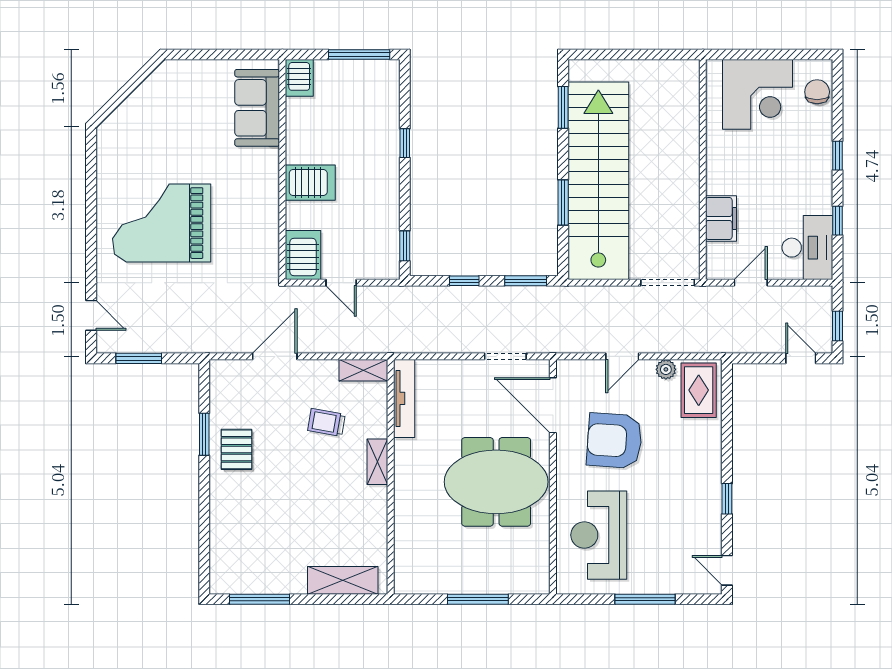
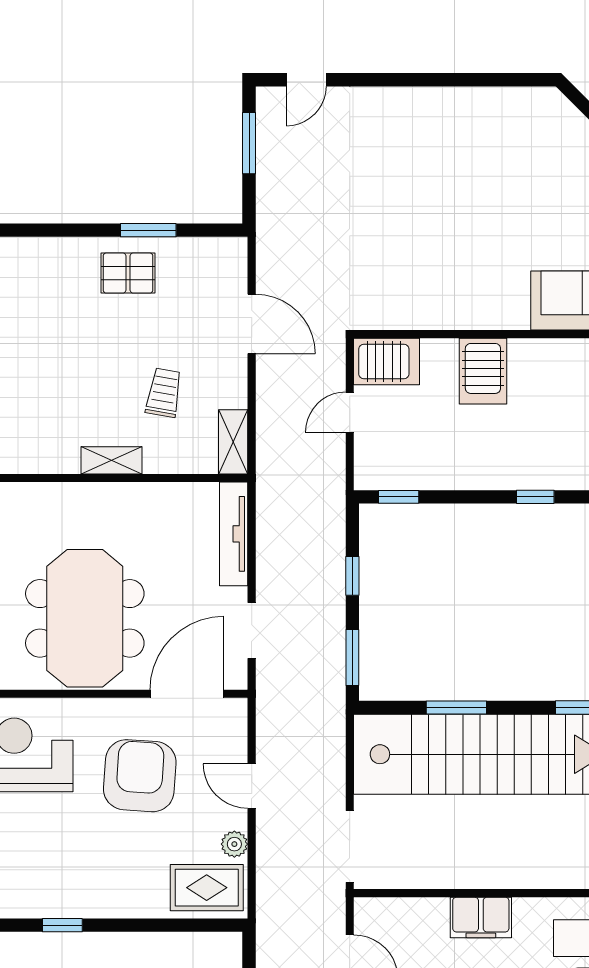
filing cabinet: (721, 218) -> (481, 917), moved
grand piano: (162, 223) -> (429, 173), removed
tv unit: (404, 398) -> (234, 534), moved, turned 90

